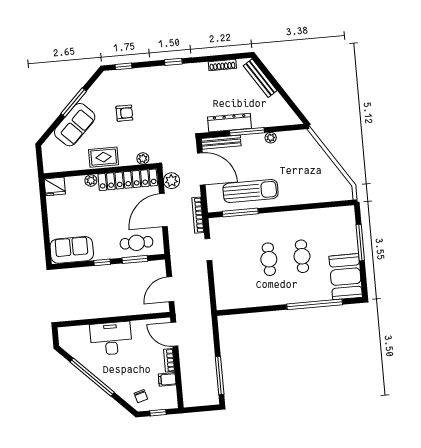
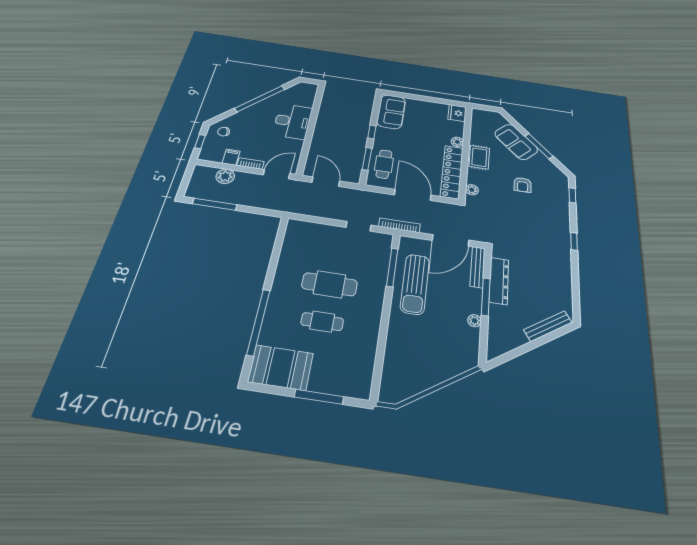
shoe rack: (222, 65) -> (567, 289), removed
plant: (171, 181) -> (225, 176), moved
cafe table: (269, 259) -> (329, 284), width x1.37, depth x1.35

